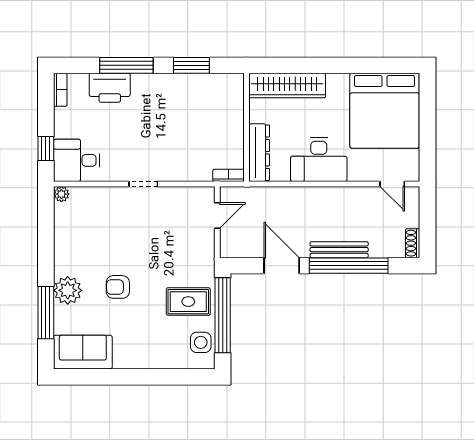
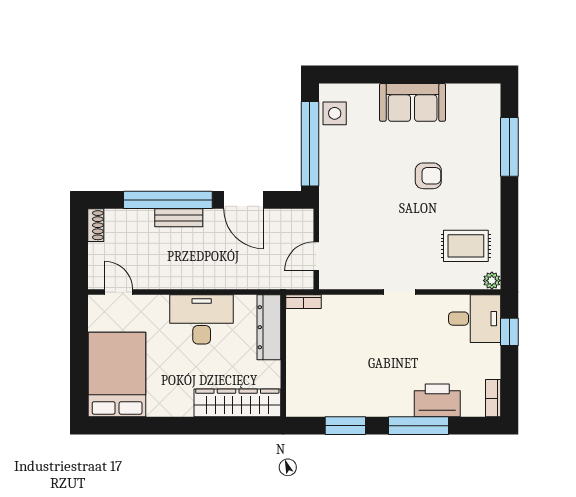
bed: (385, 111) -> (117, 375), width x0.73
bench: (339, 250) -> (179, 218), width x0.73
plant: (68, 290) -> (485, 172), removed
rug: (188, 302) -> (466, 246), moved
sofa: (83, 352) -> (413, 102), moved

